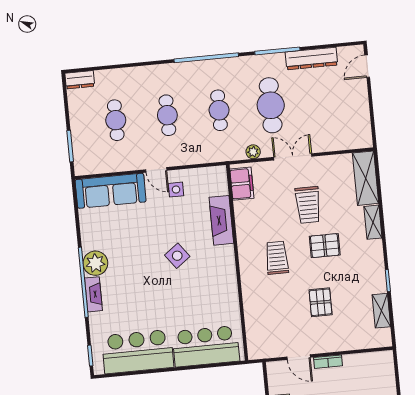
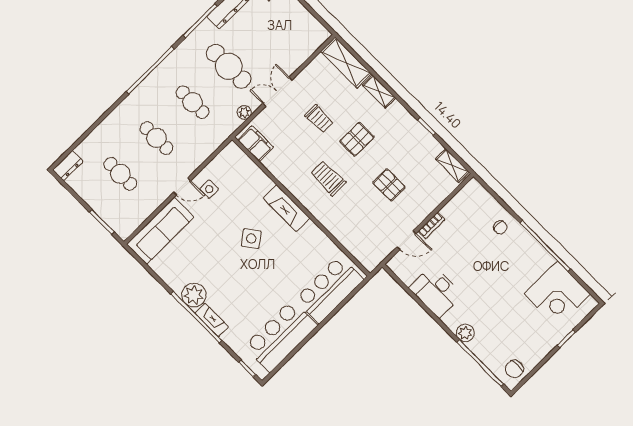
trolley: (308, 205) -> (319, 119), width x0.73, depth x0.72
fireplace: (221, 220) -> (287, 208), moved
shelving: (381, 311) -> (452, 165), moved

